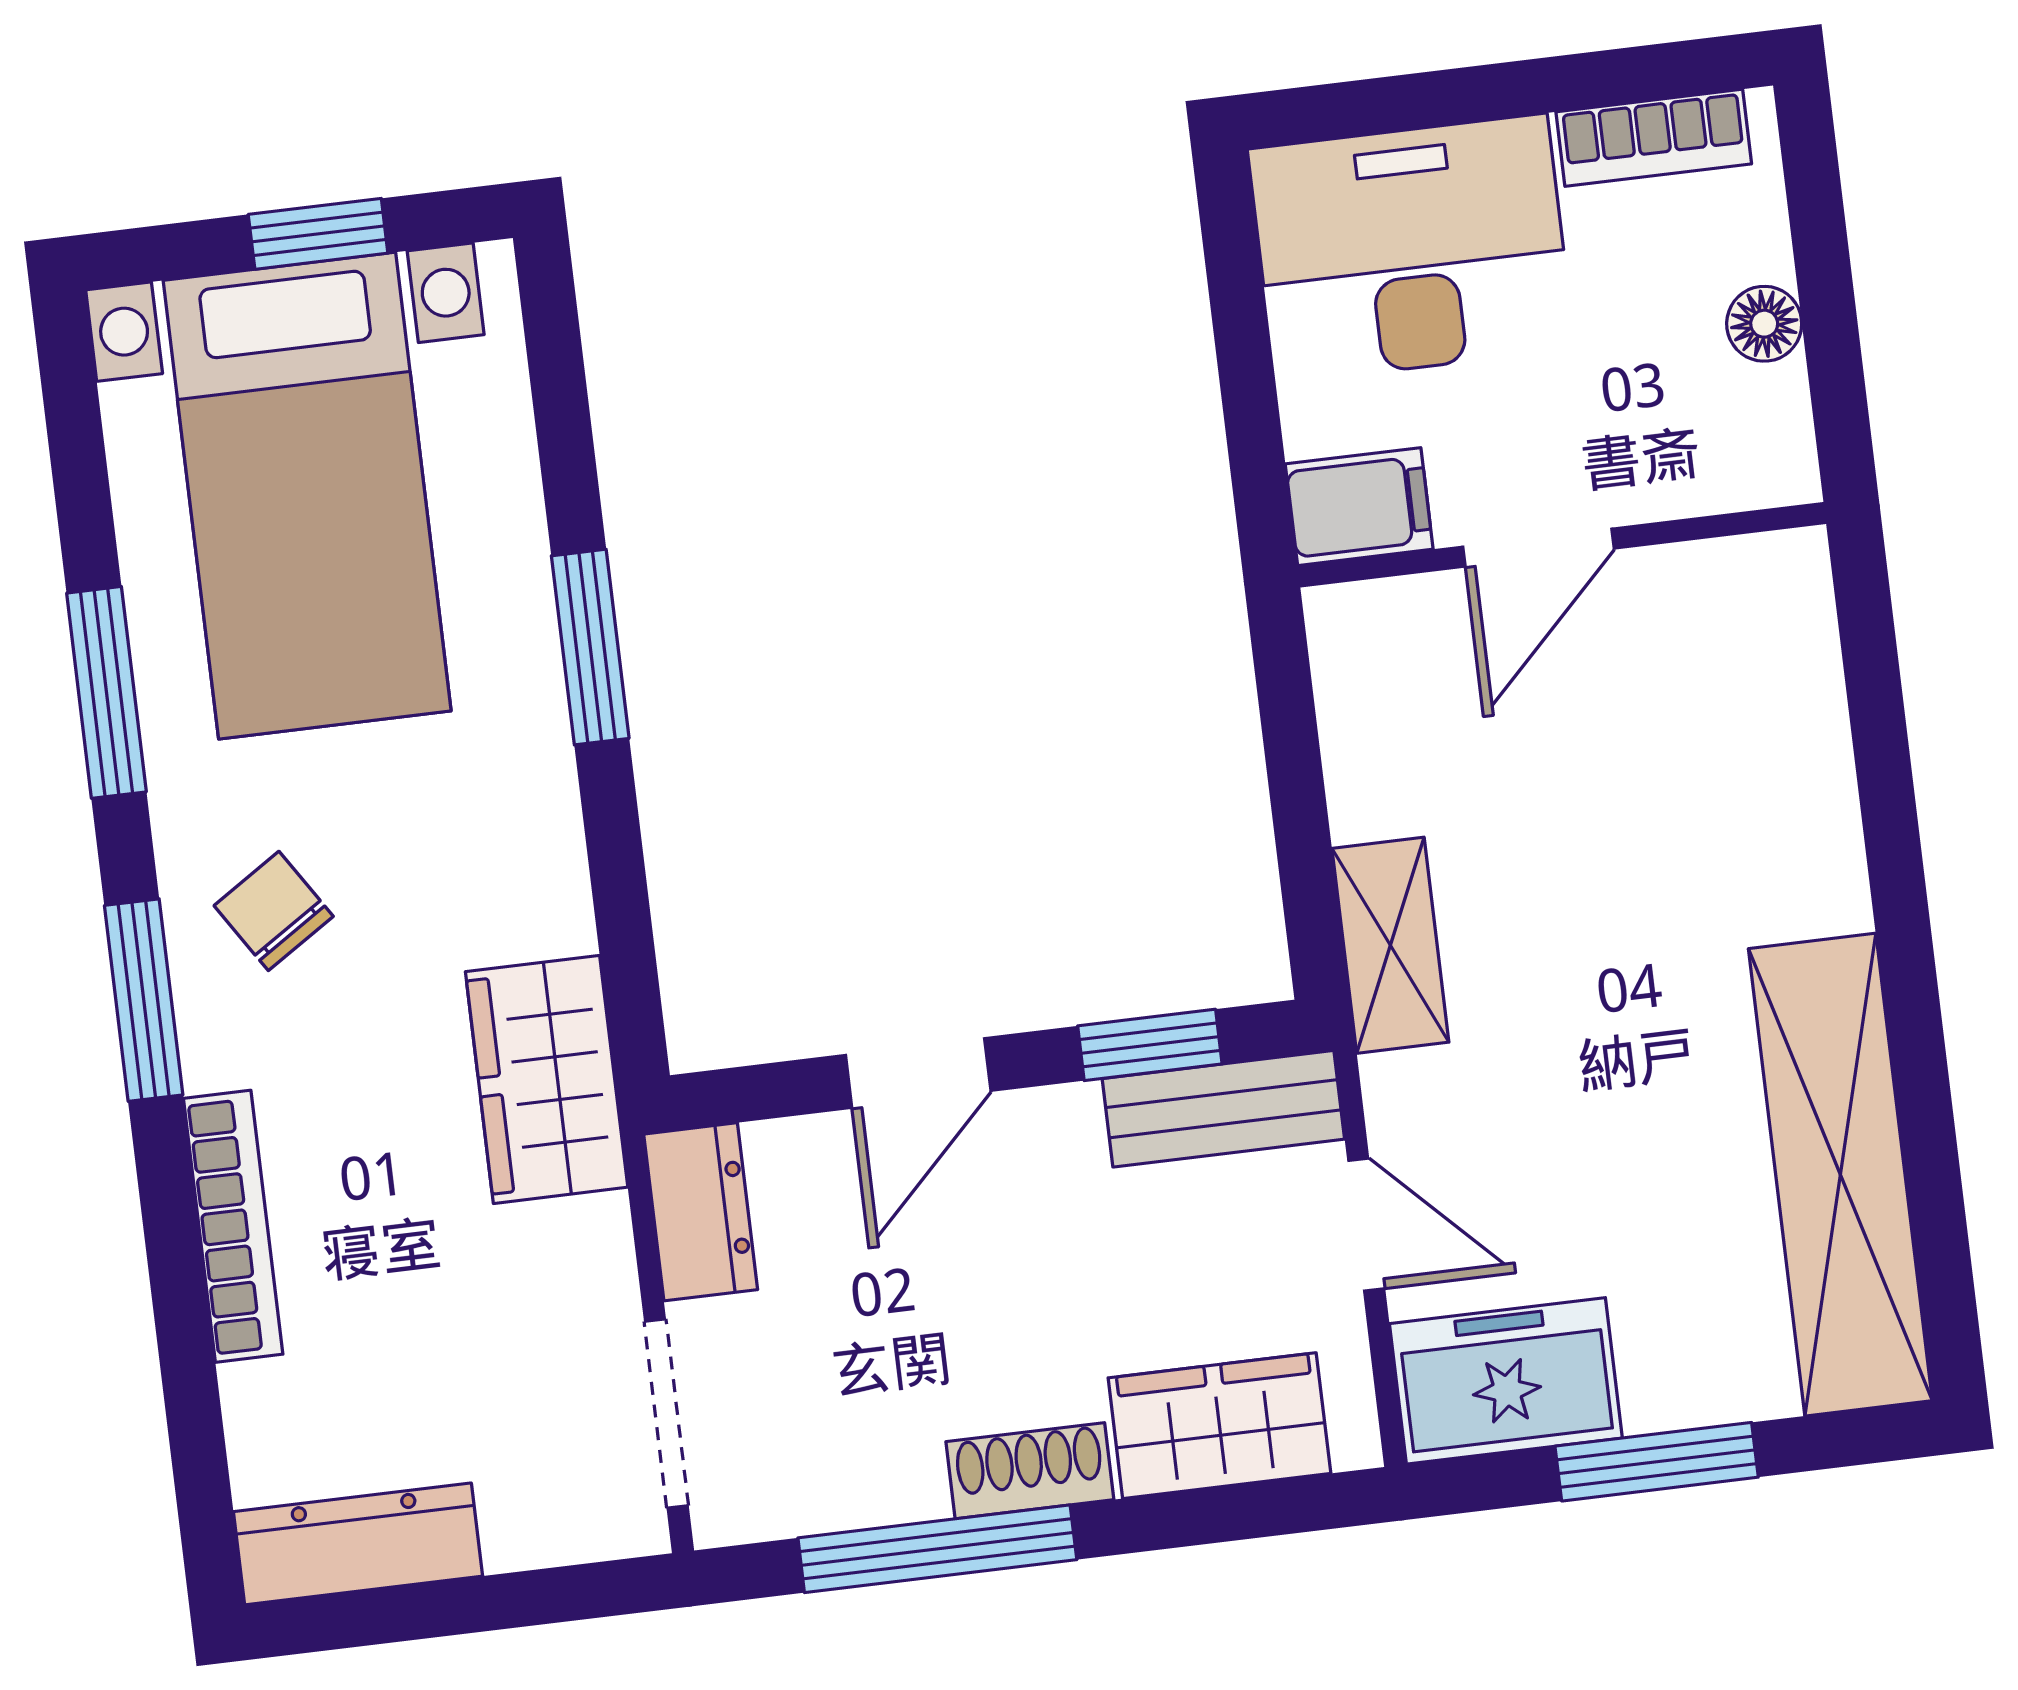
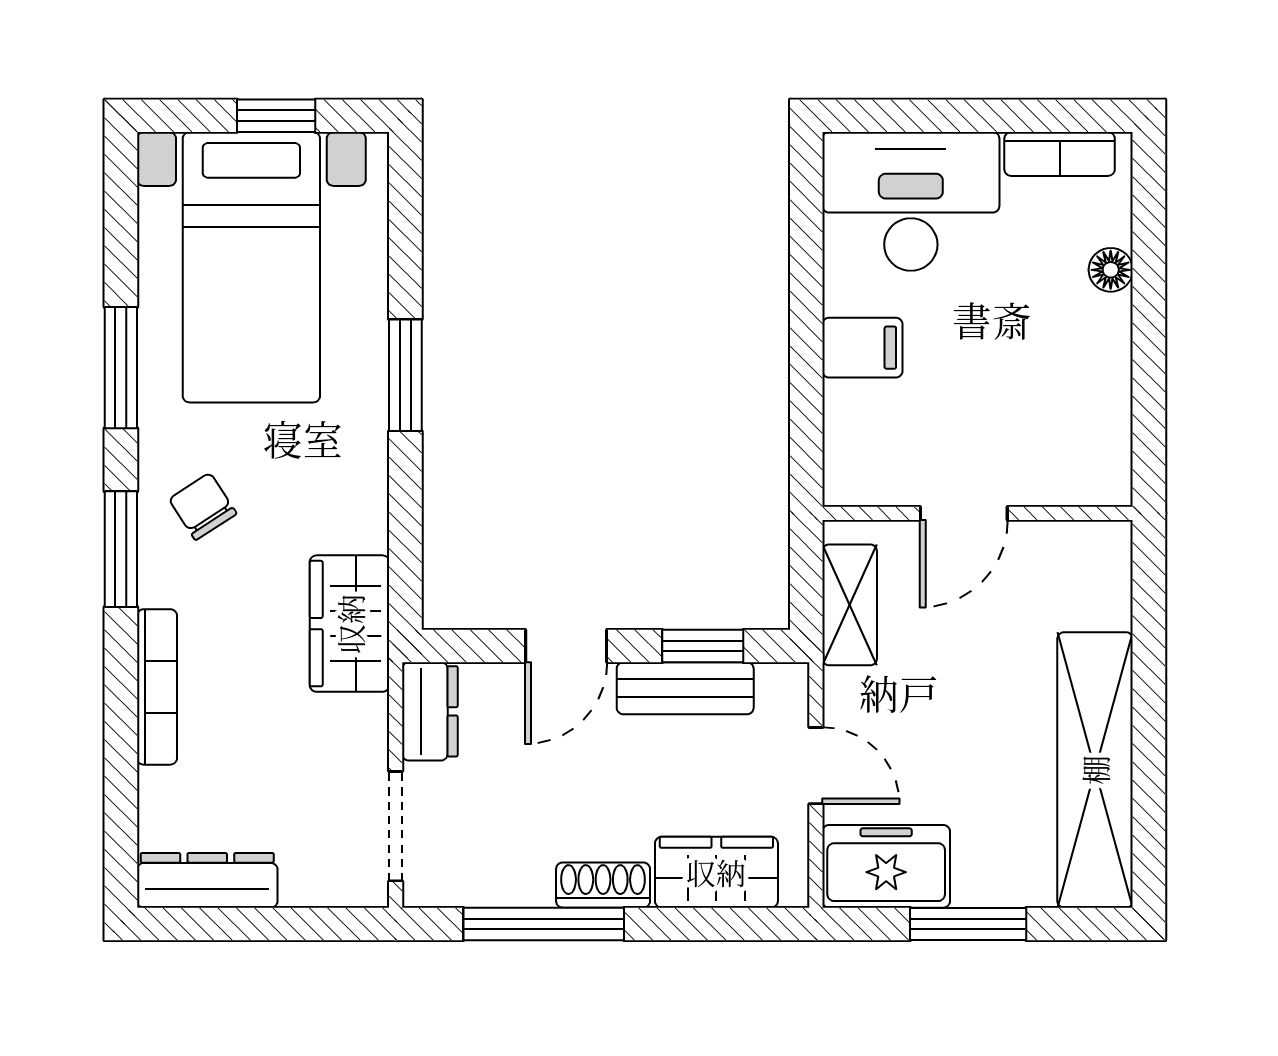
wall: (1562, 545) -> (978, 513), moved
door: (1539, 548) -> (964, 513), moved
bench: (1223, 1109) -> (685, 688), moved

